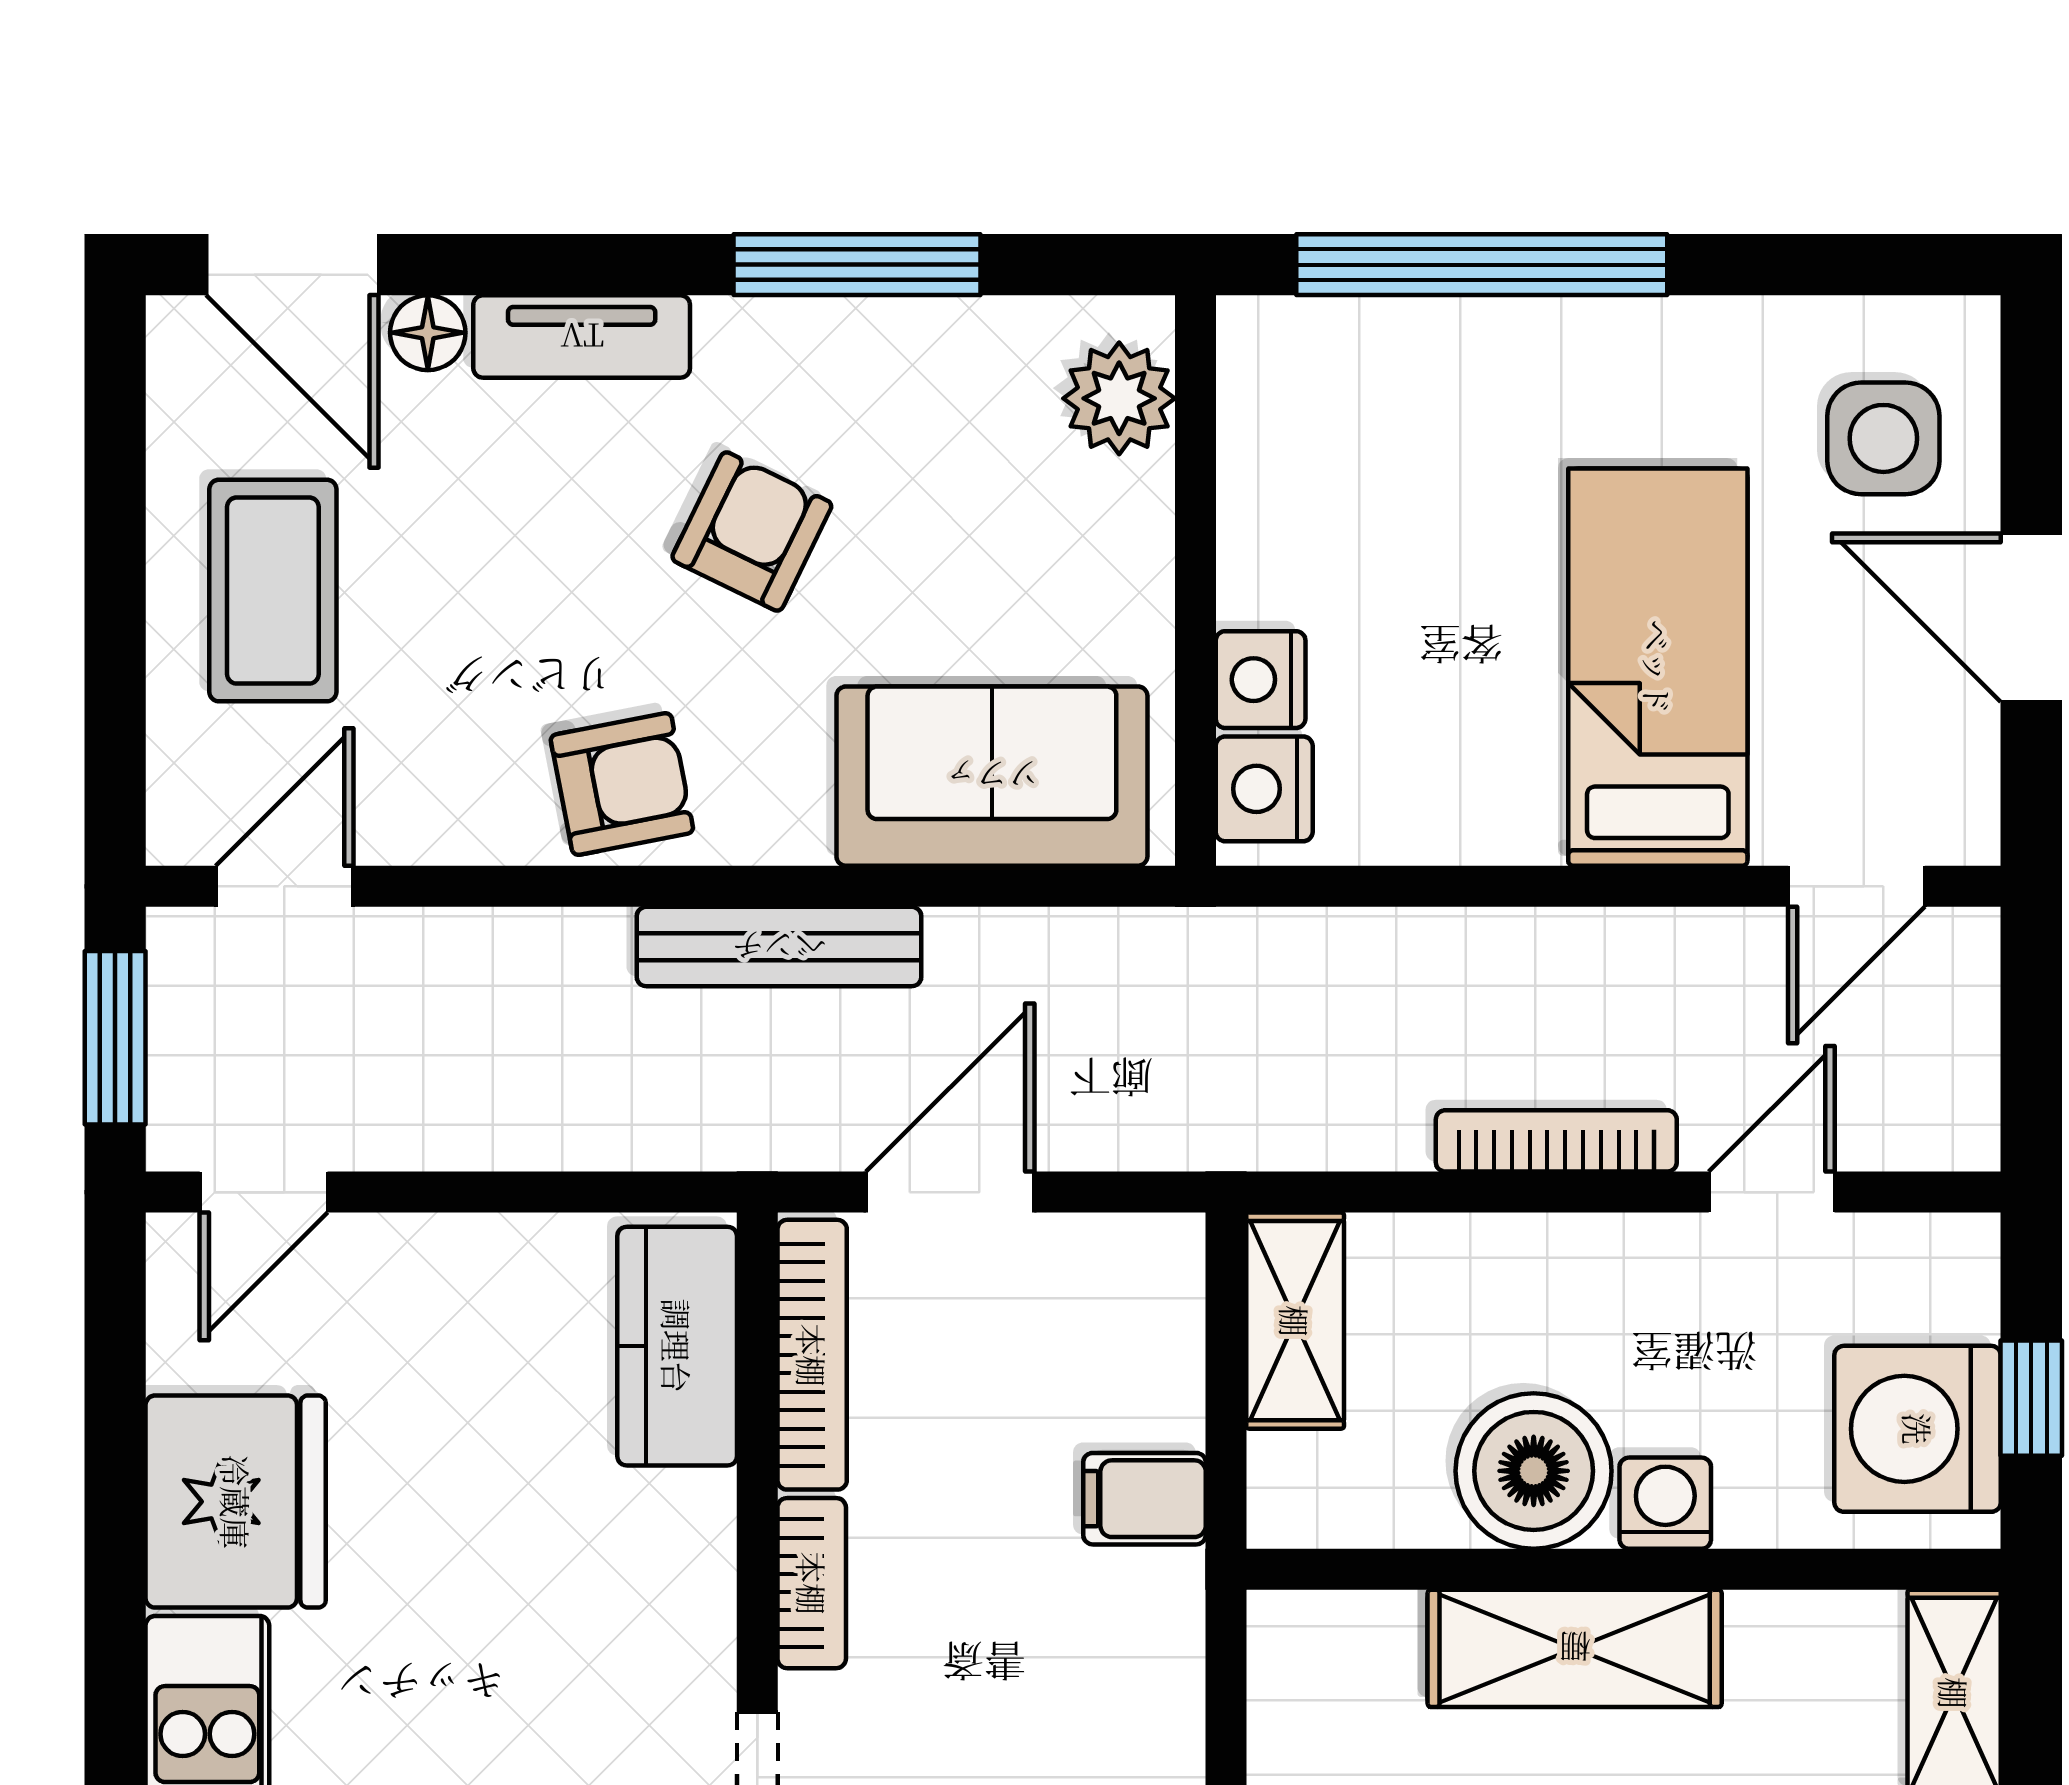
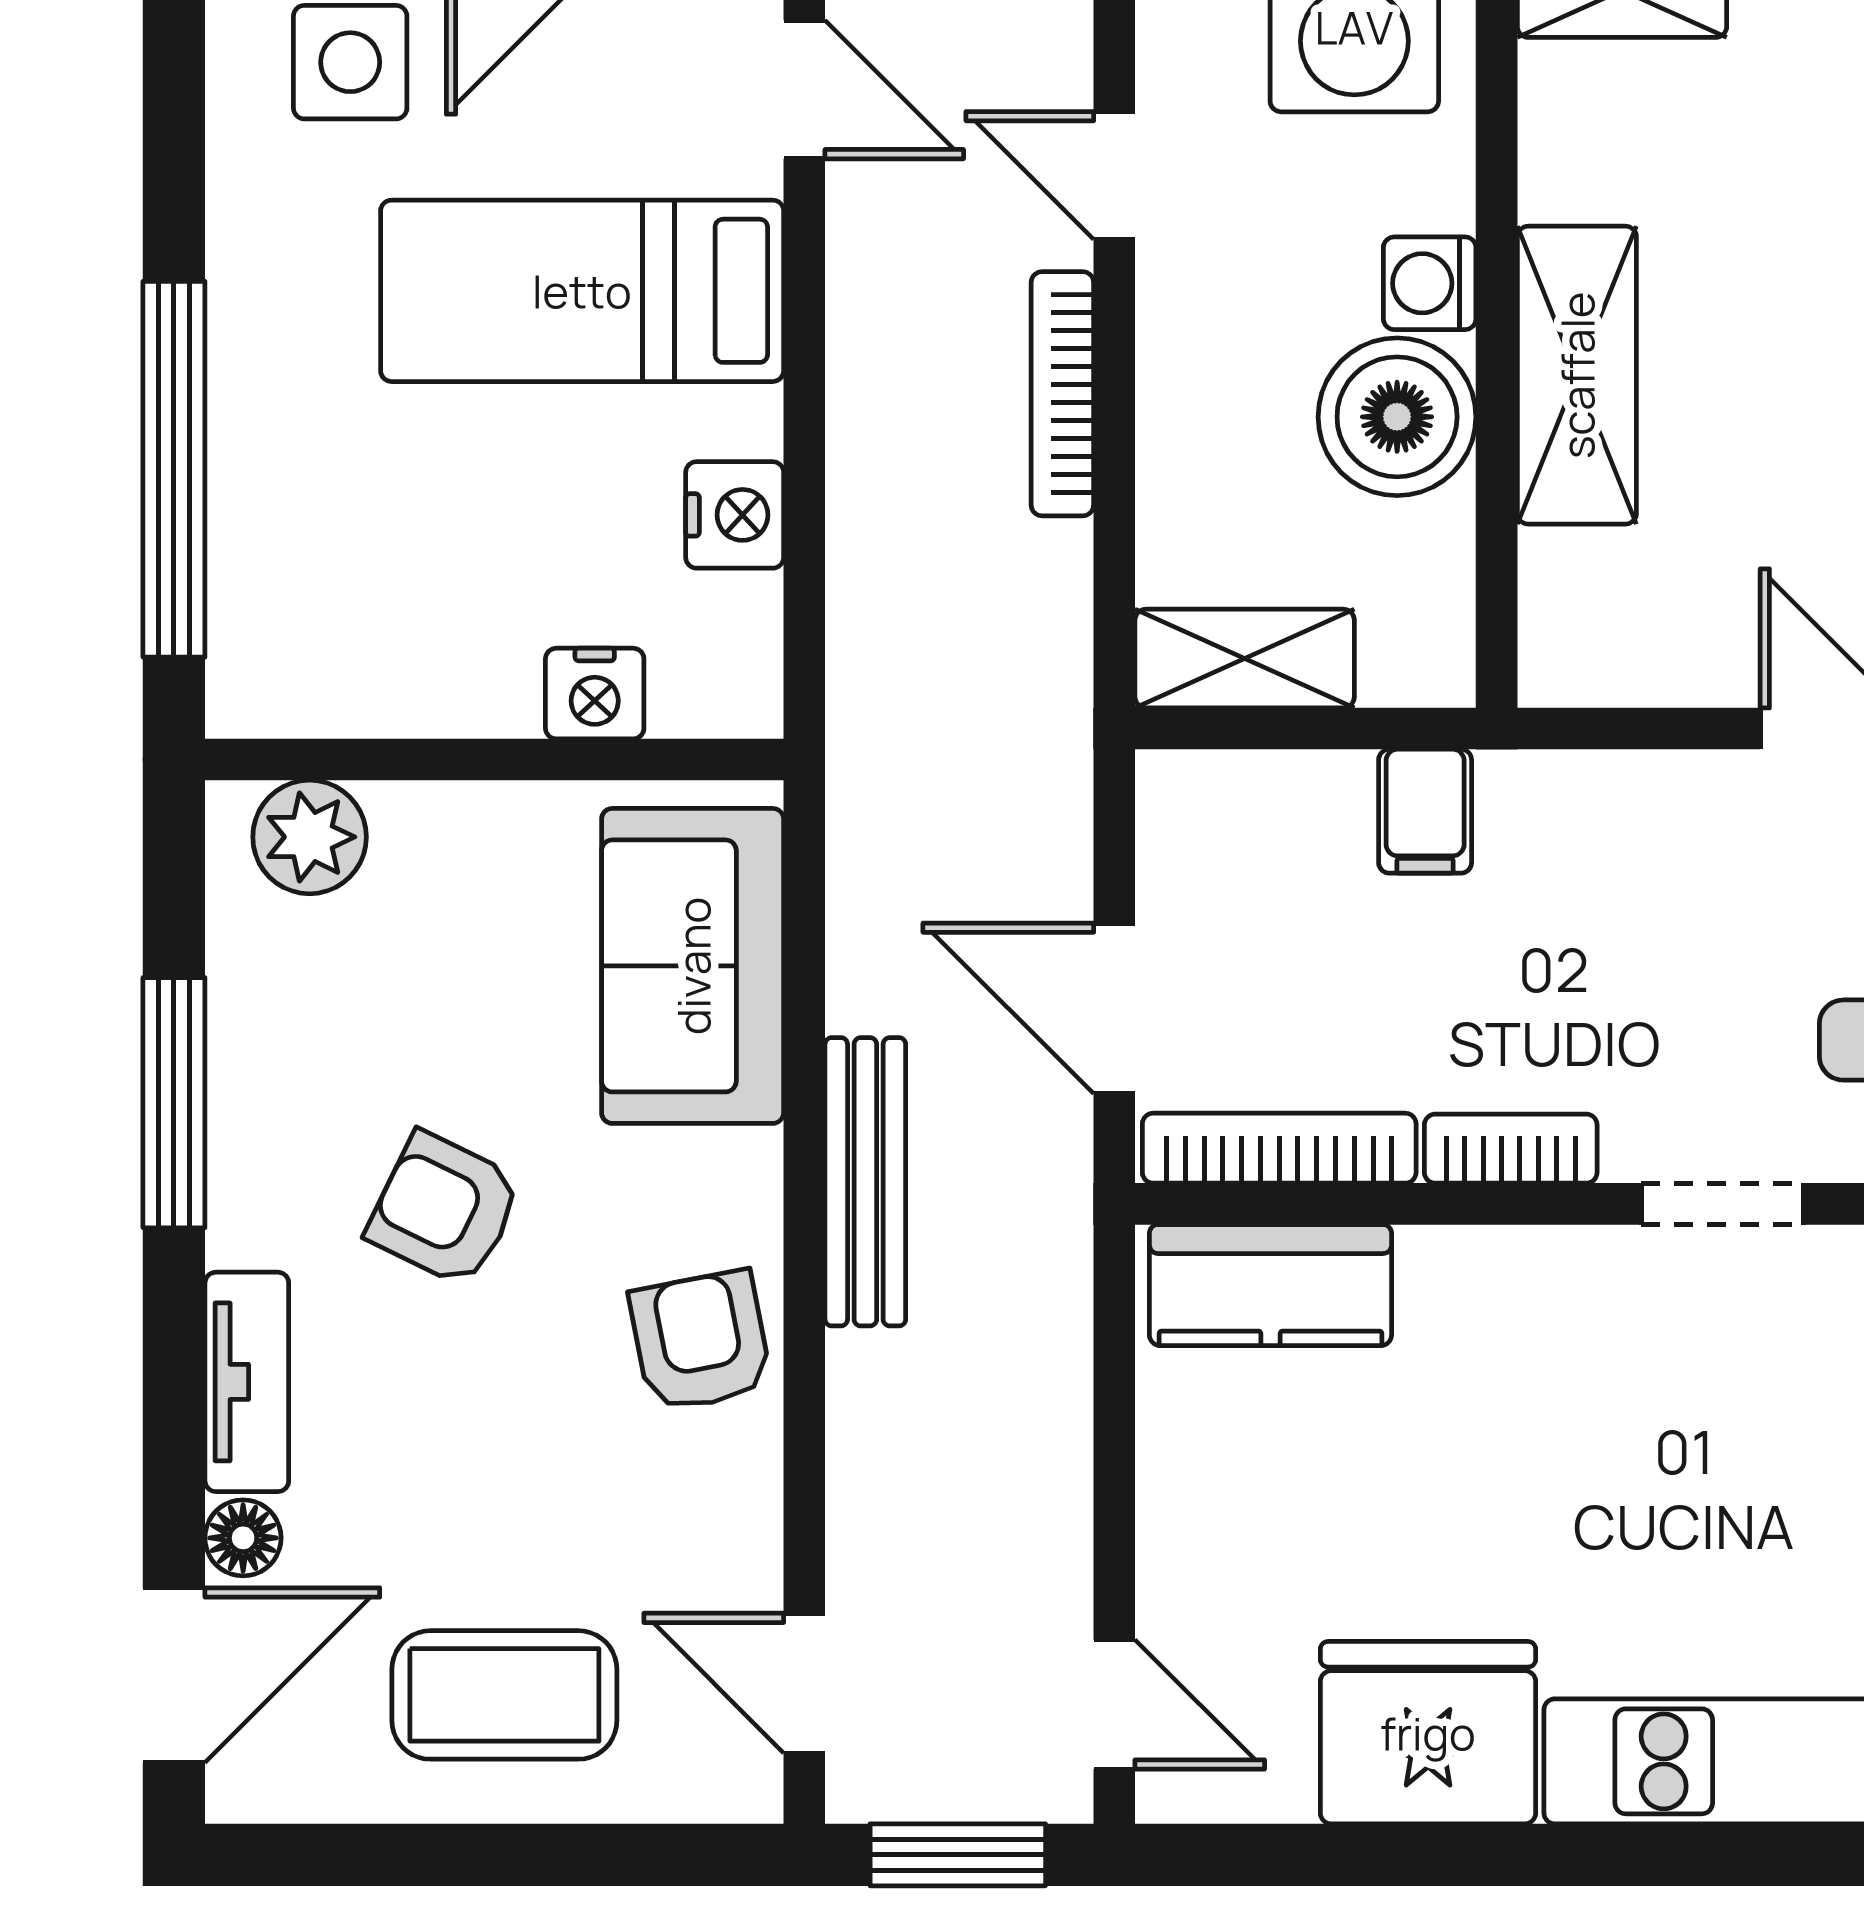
nightstand: (1264, 789) -> (735, 515), moved, turned -90

